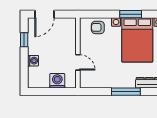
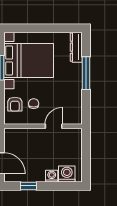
chair: (98, 44) -> (34, 104), added
washing machine: (57, 81) -> (67, 174), moved, turned 90

